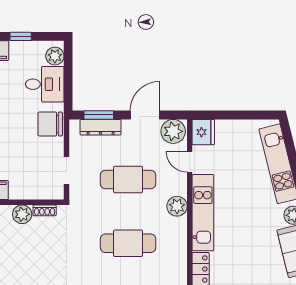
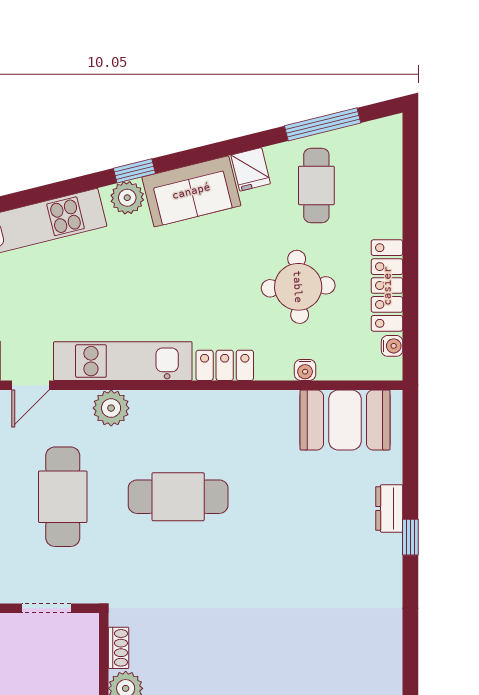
cafe table: (128, 243) -> (178, 497), turned 90

